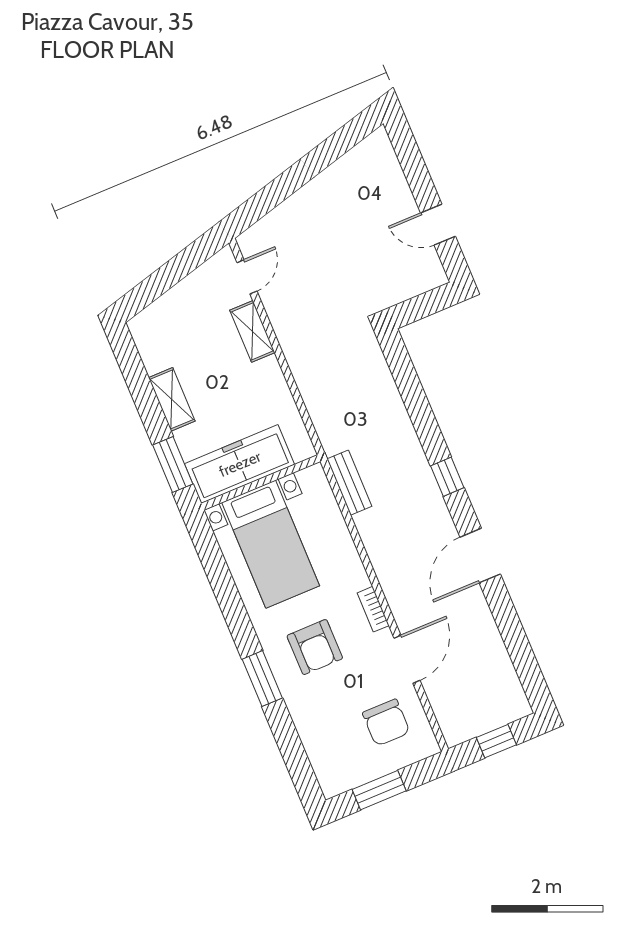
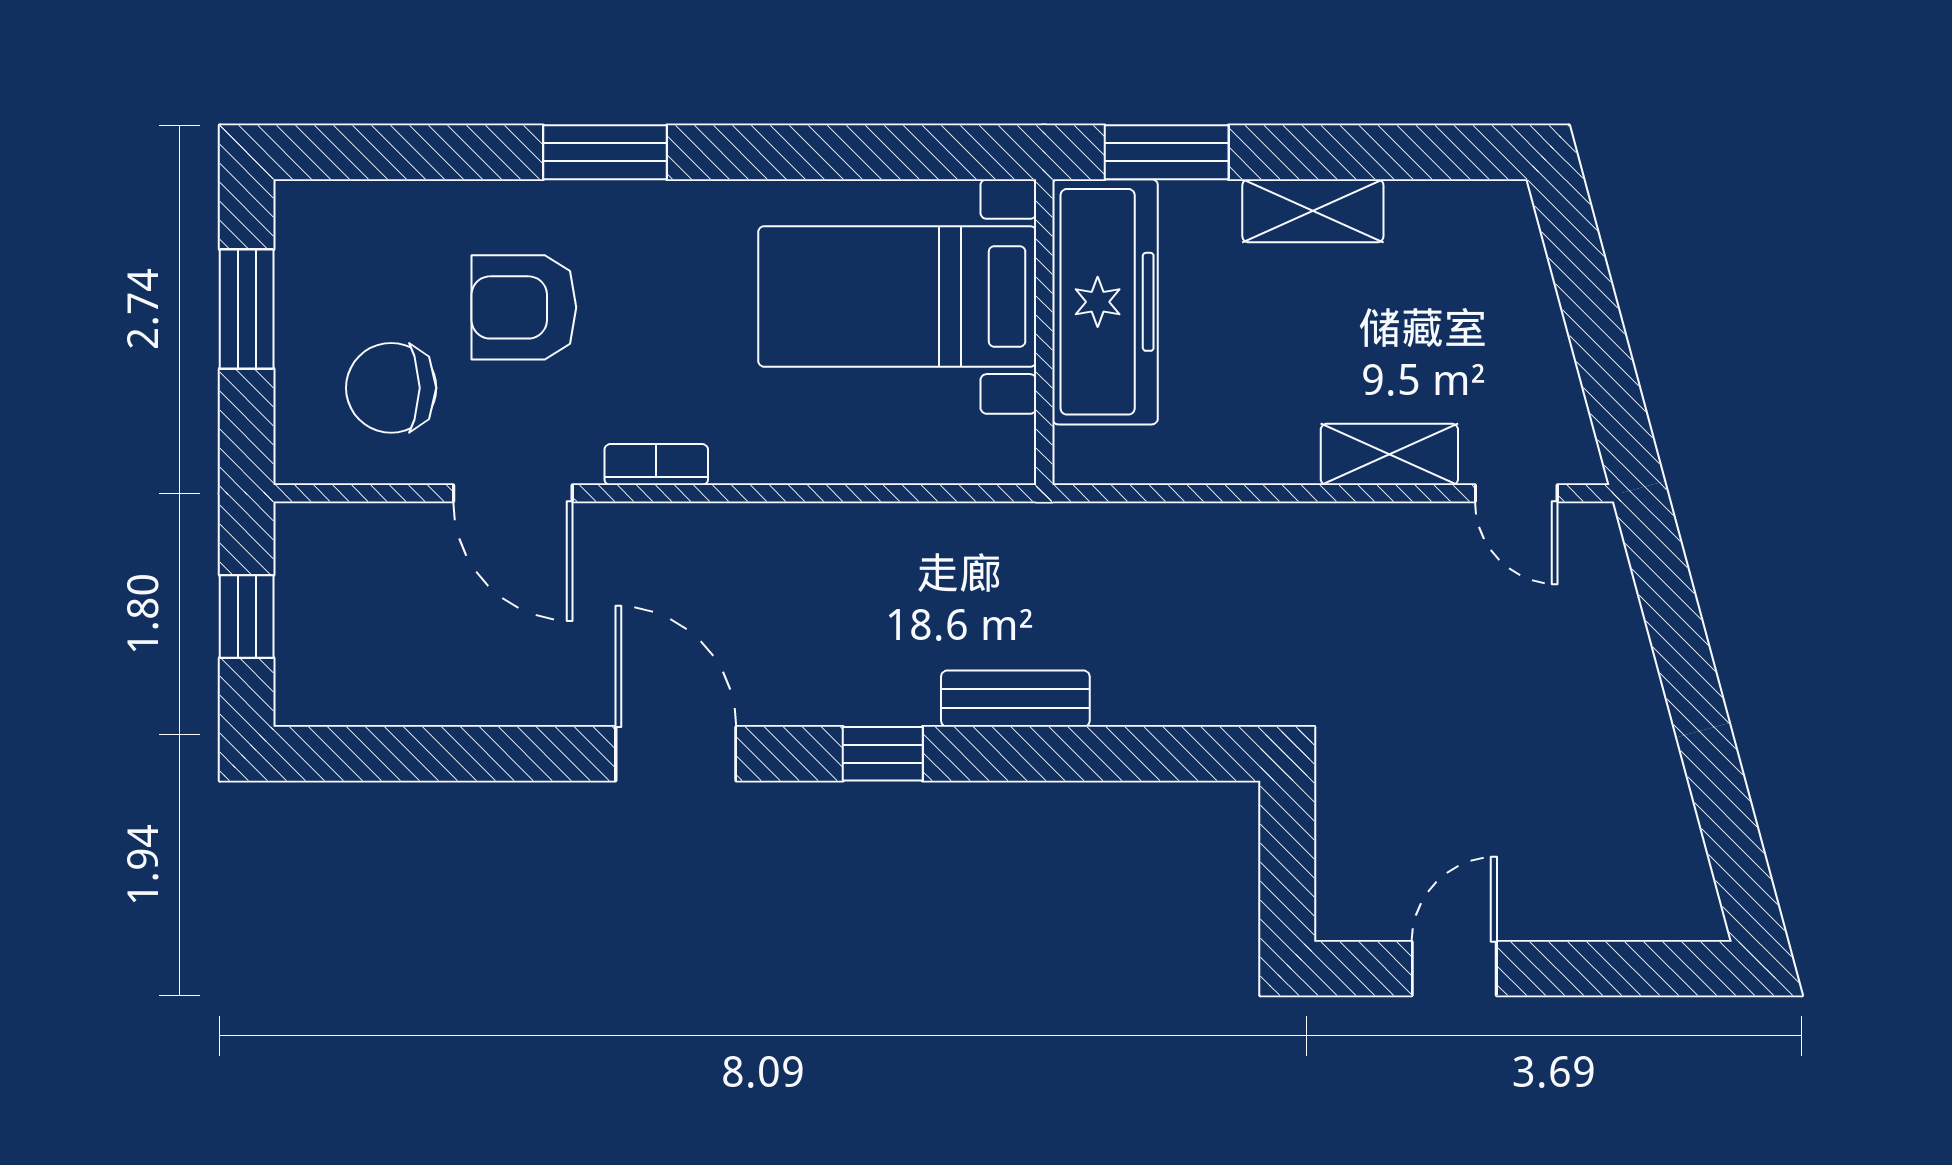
bench: (349, 483) -> (1015, 699), moved
armchair: (315, 647) -> (524, 307), moved

